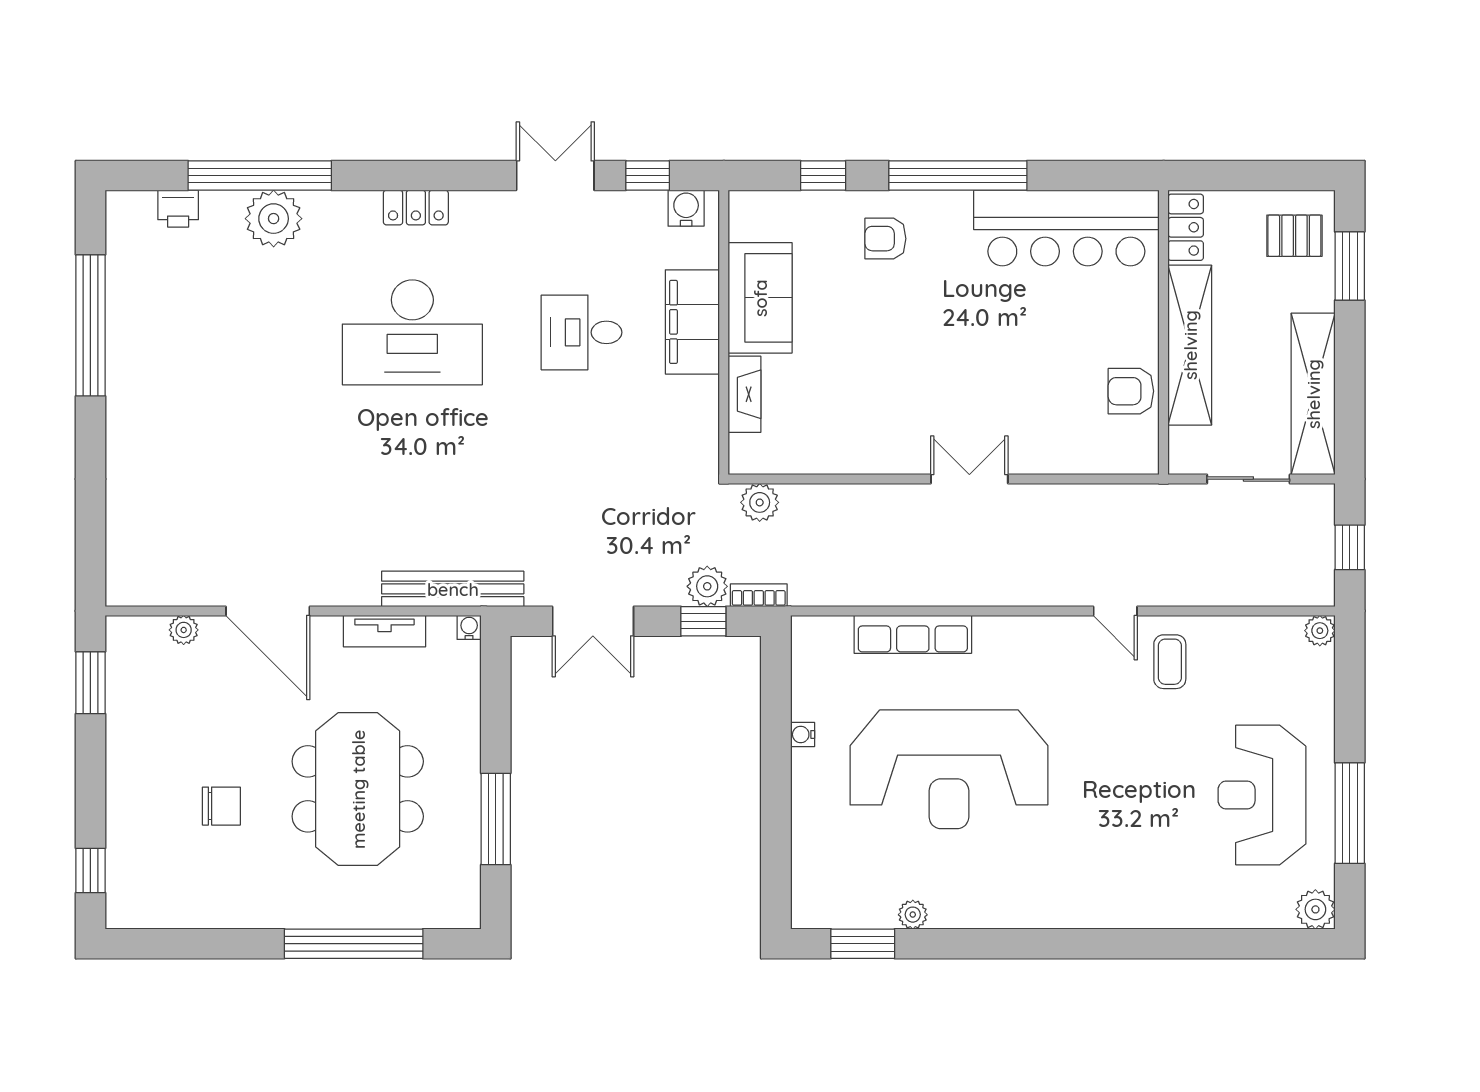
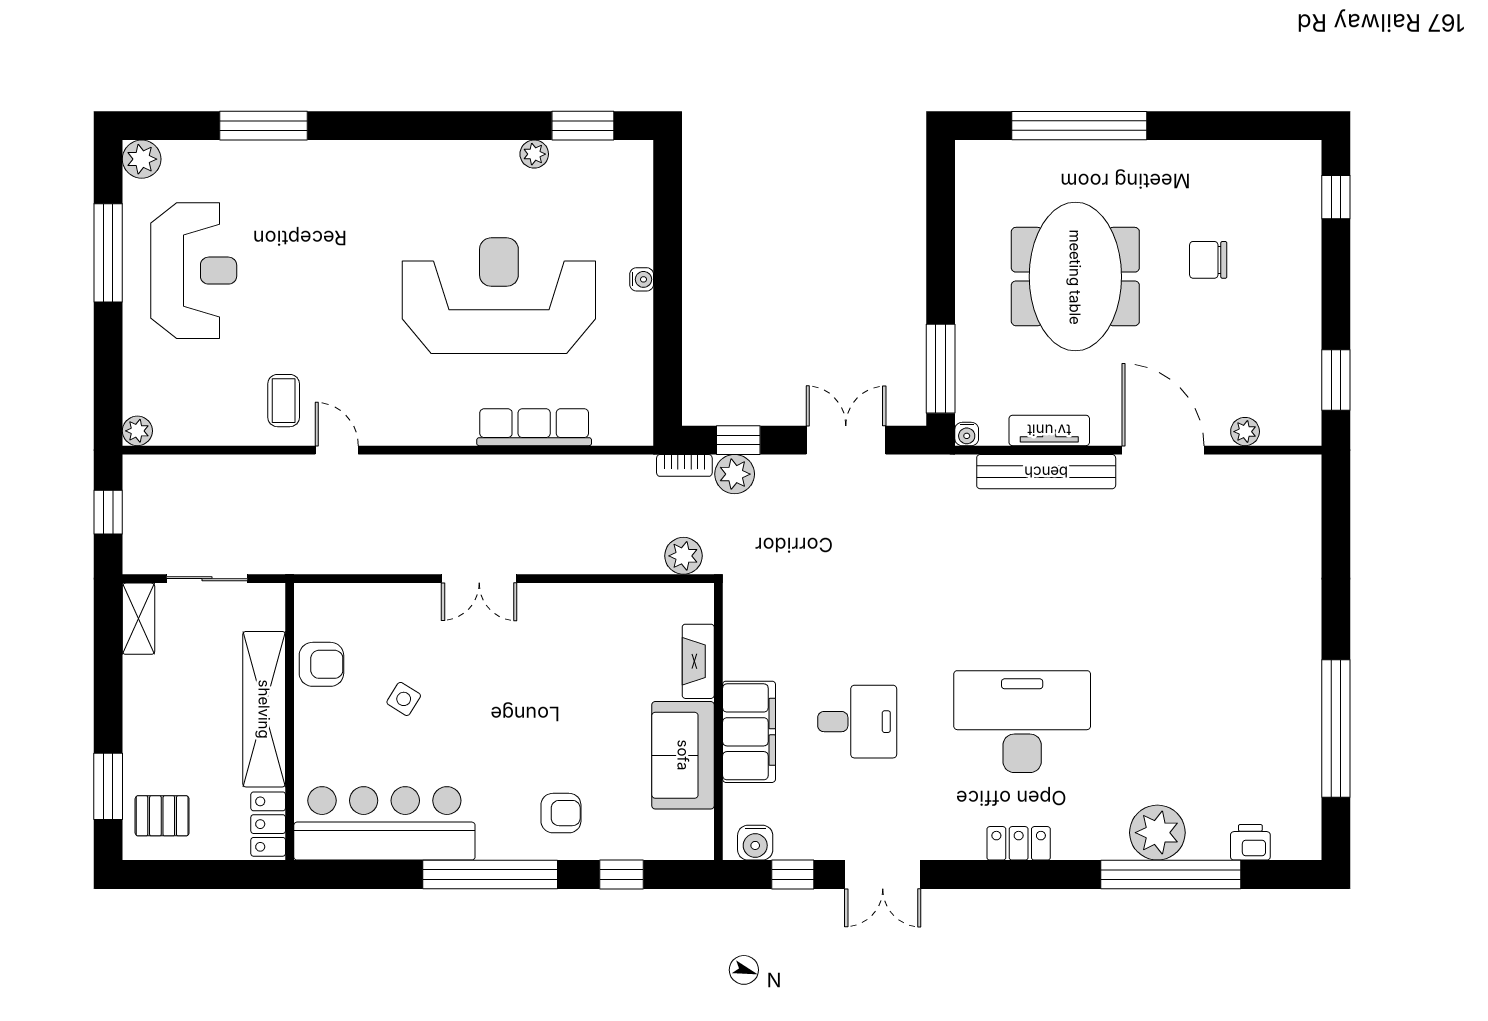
side table: (1047, 356) -> (404, 699), added
shelving: (1313, 394) -> (139, 619), width x0.45, depth x0.75
bench: (453, 589) -> (1046, 472), moved
water cooler: (803, 734) -> (642, 279), moved
window: (496, 819) -> (941, 369), moved
window: (1190, 944) -> (263, 126), added

